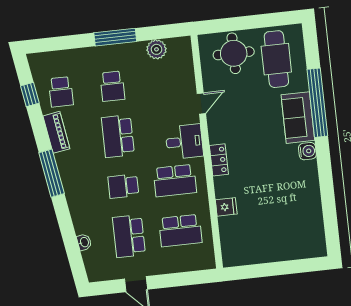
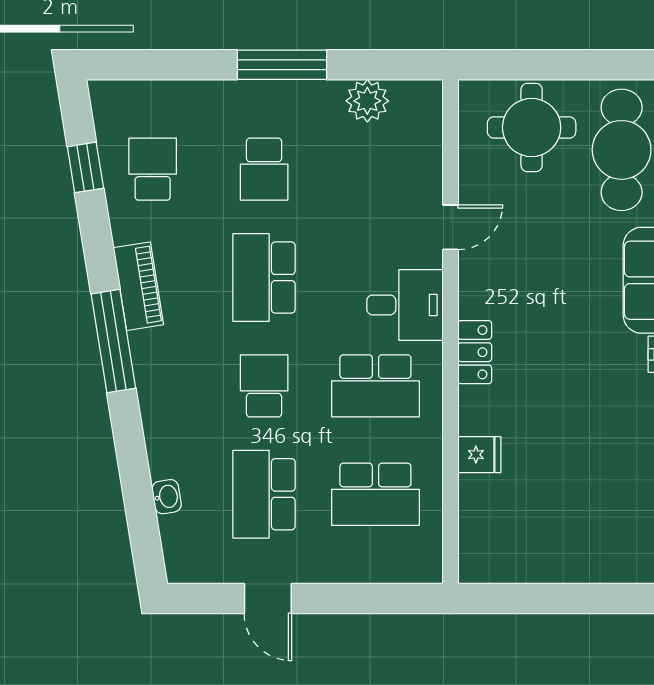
school desk: (61, 92) -> (153, 169), turned 180
piano: (56, 132) -> (138, 286), moved
school desk: (123, 186) -> (264, 386), turned 90

